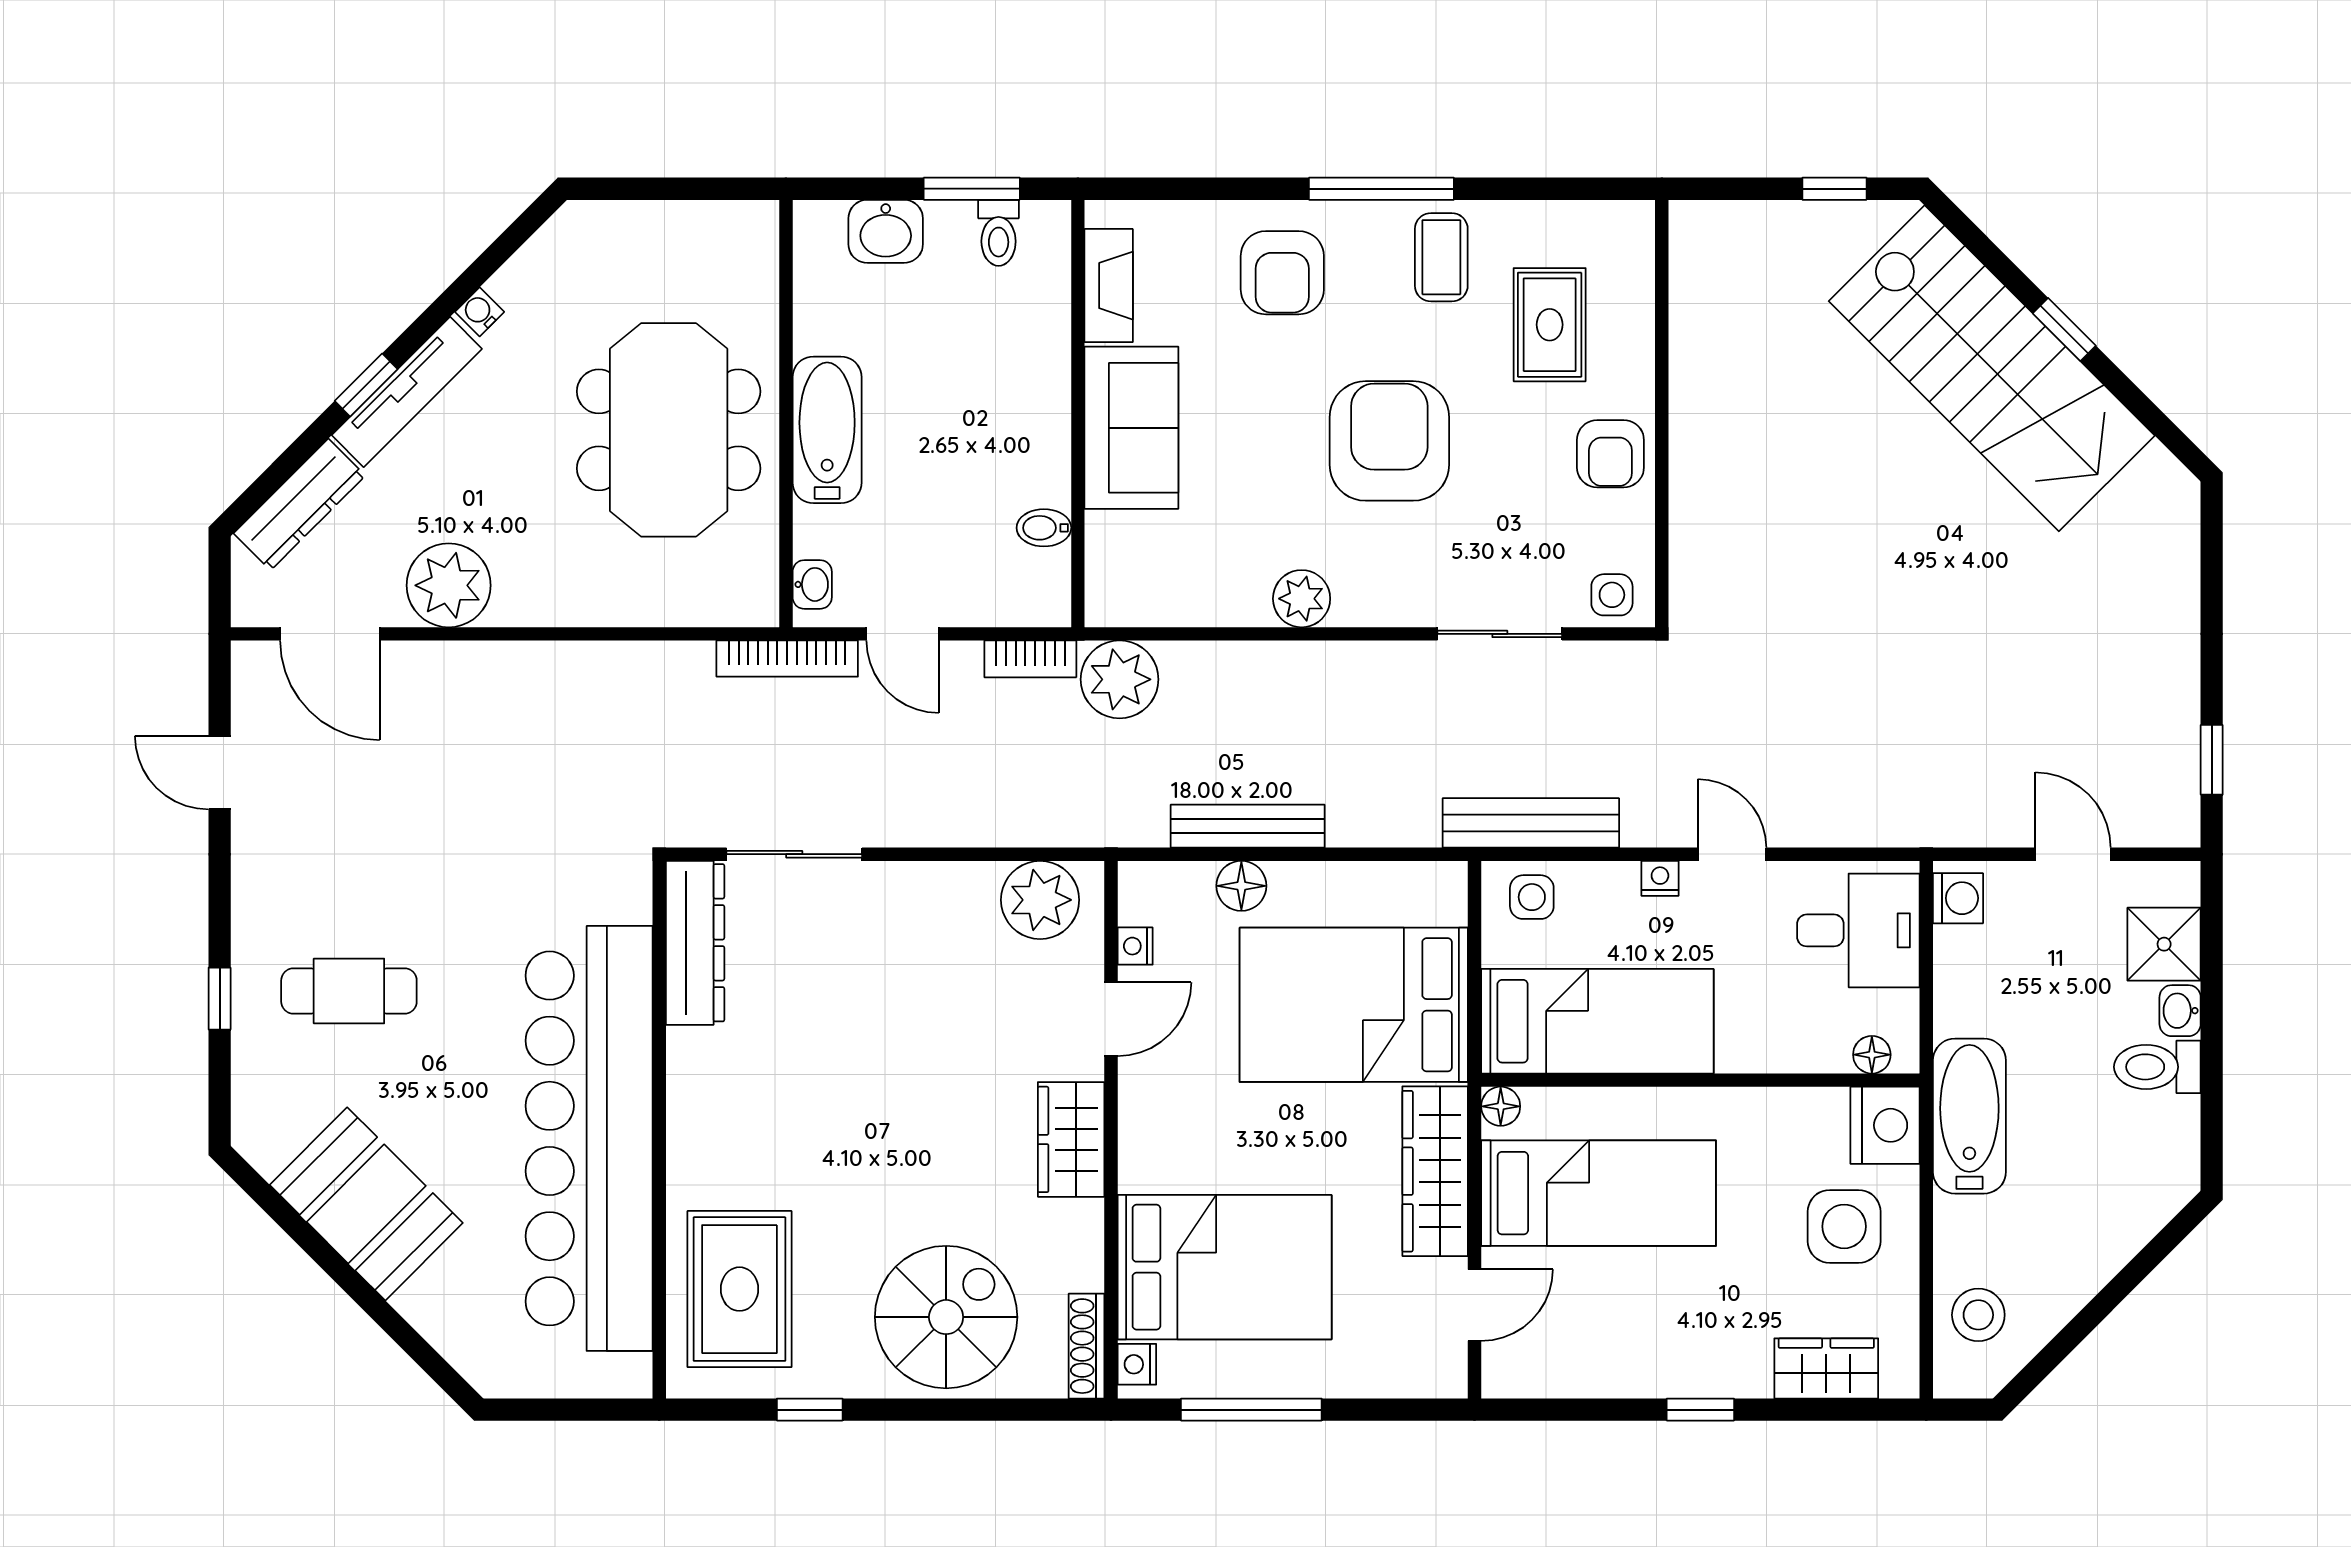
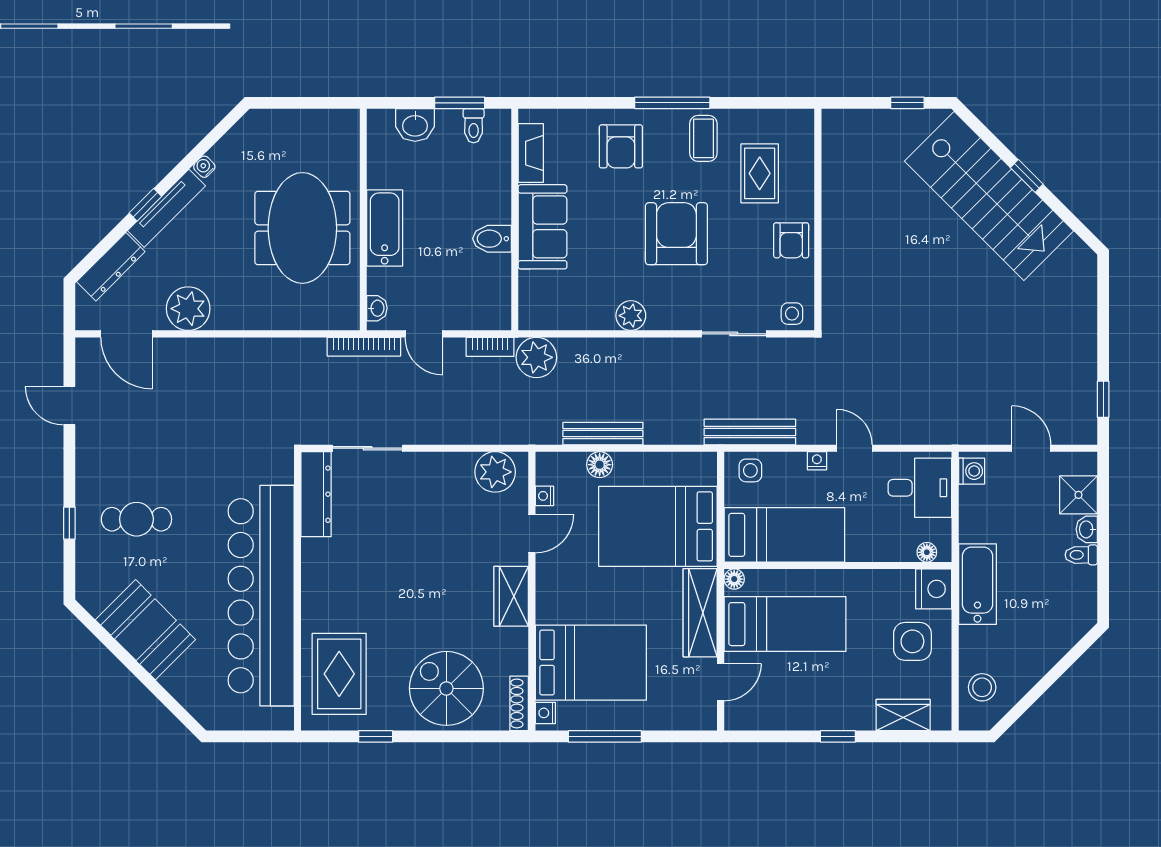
bidet: (1044, 528) -> (492, 239), moved, width x1.38, depth x1.36
toilet: (2157, 1067) -> (1081, 555), width x0.73, depth x0.72
spiral stairs: (946, 1317) -> (446, 688), turned -90

